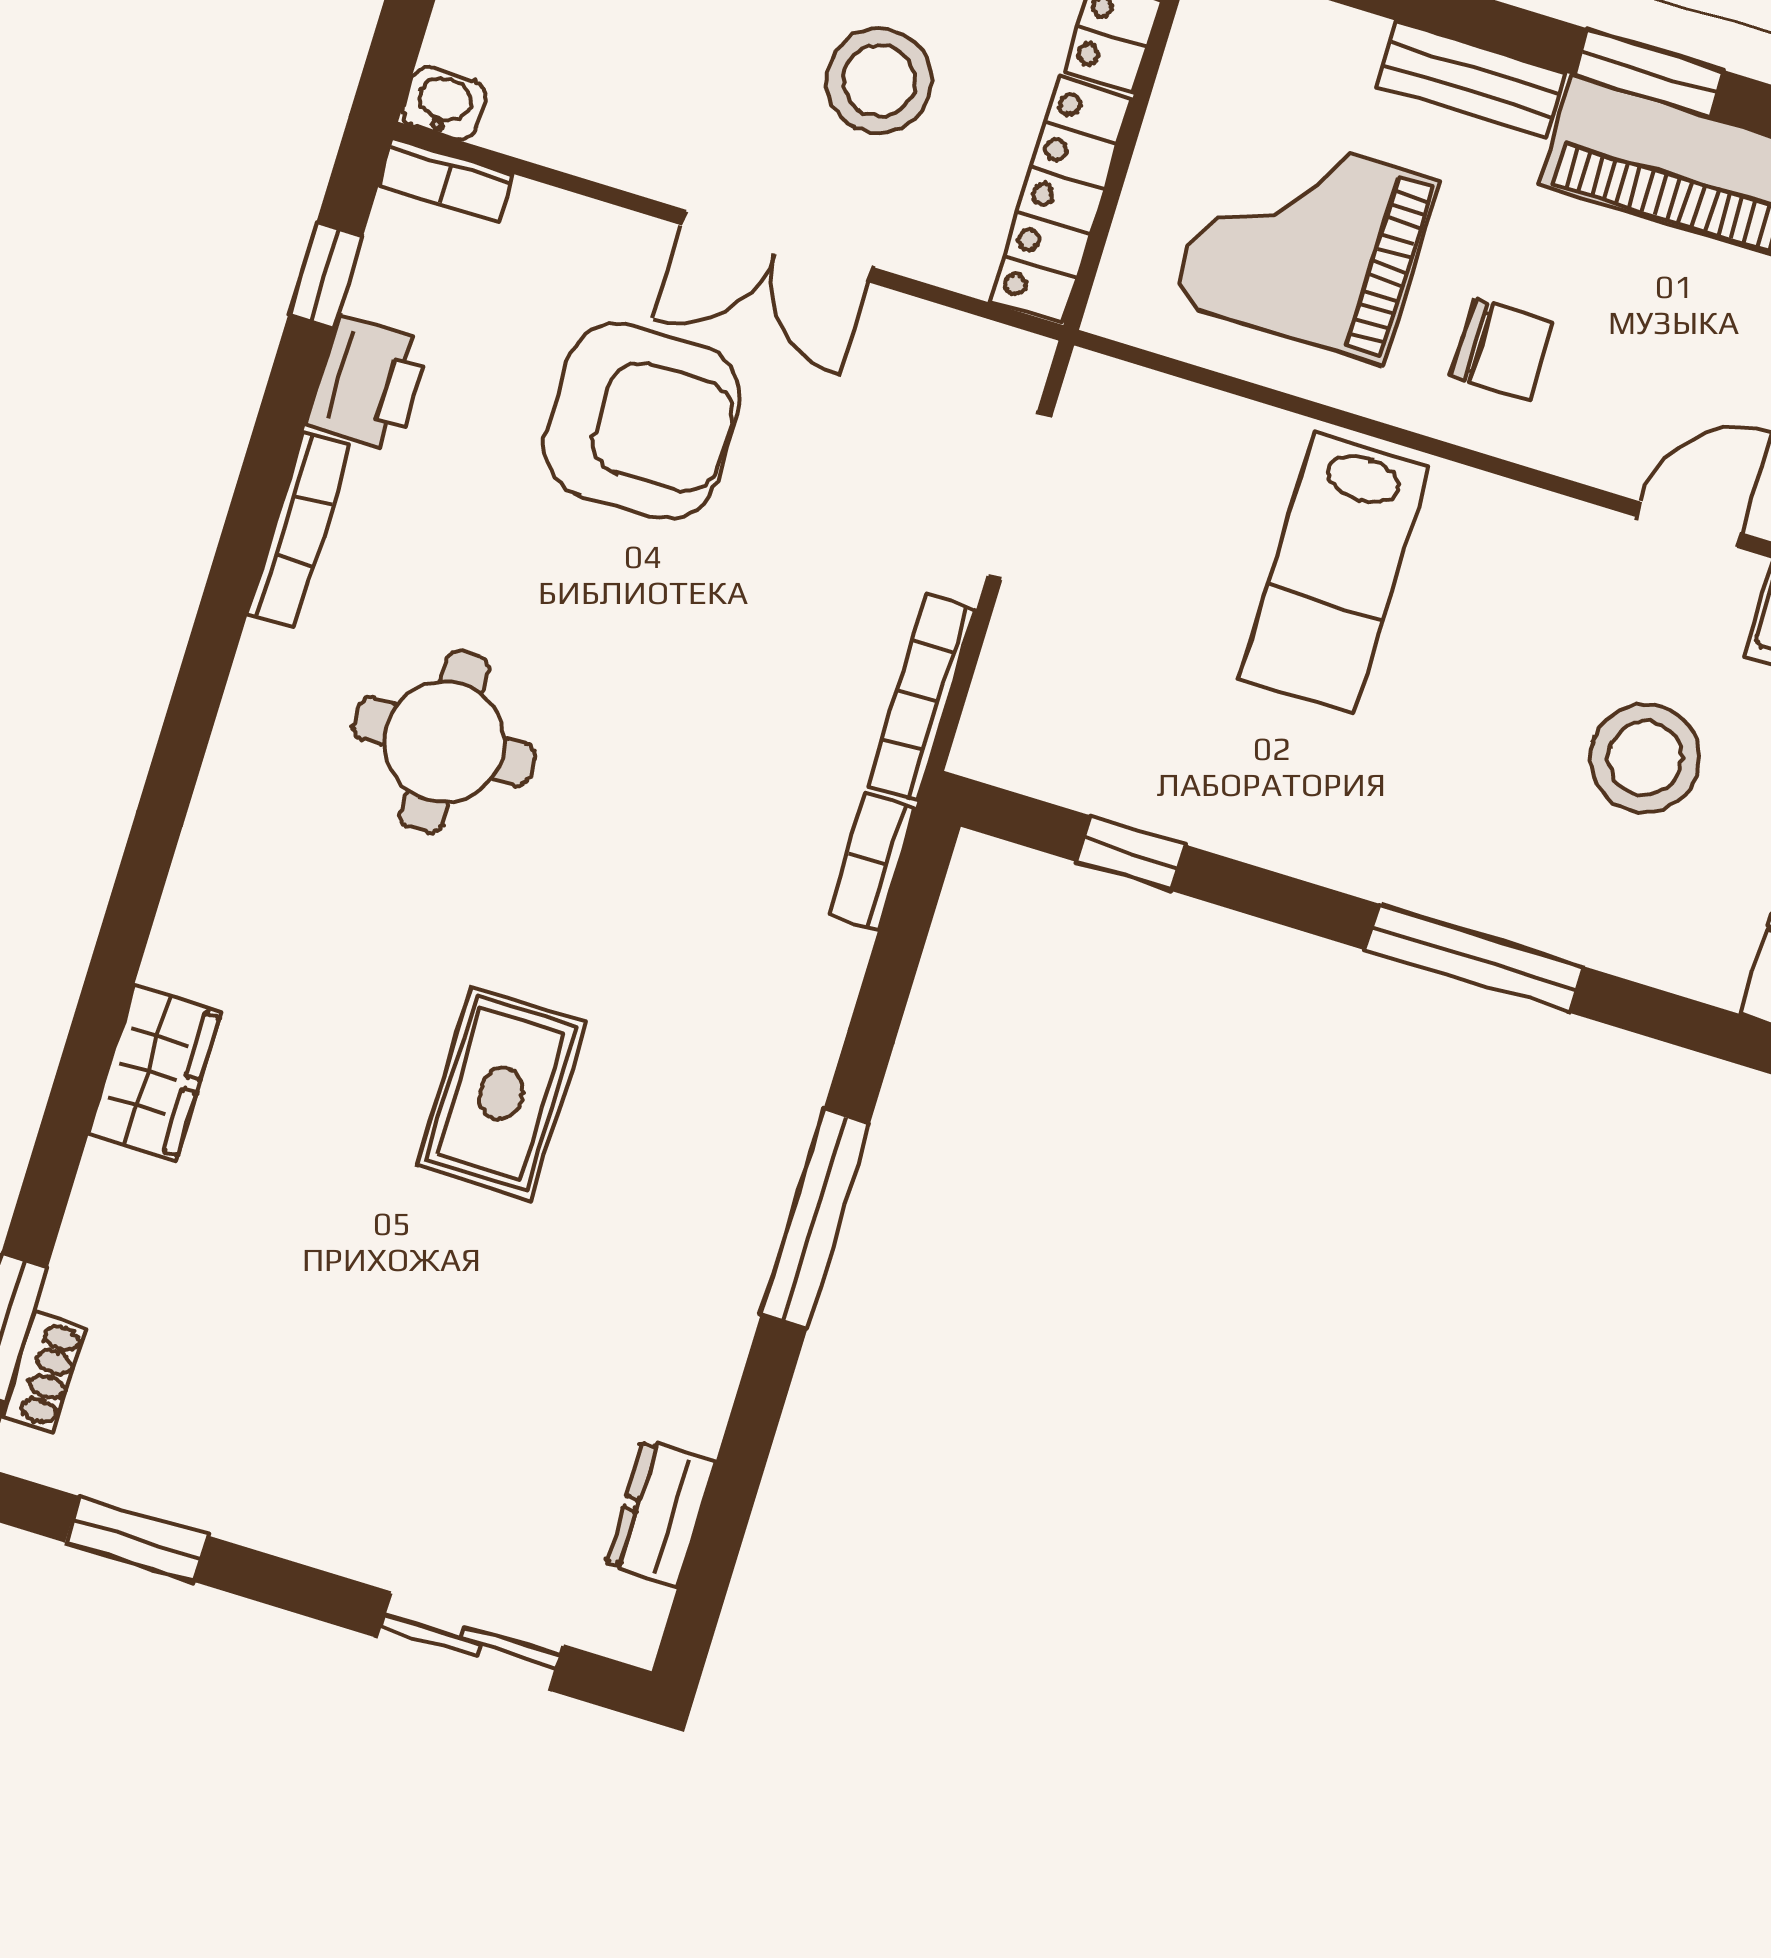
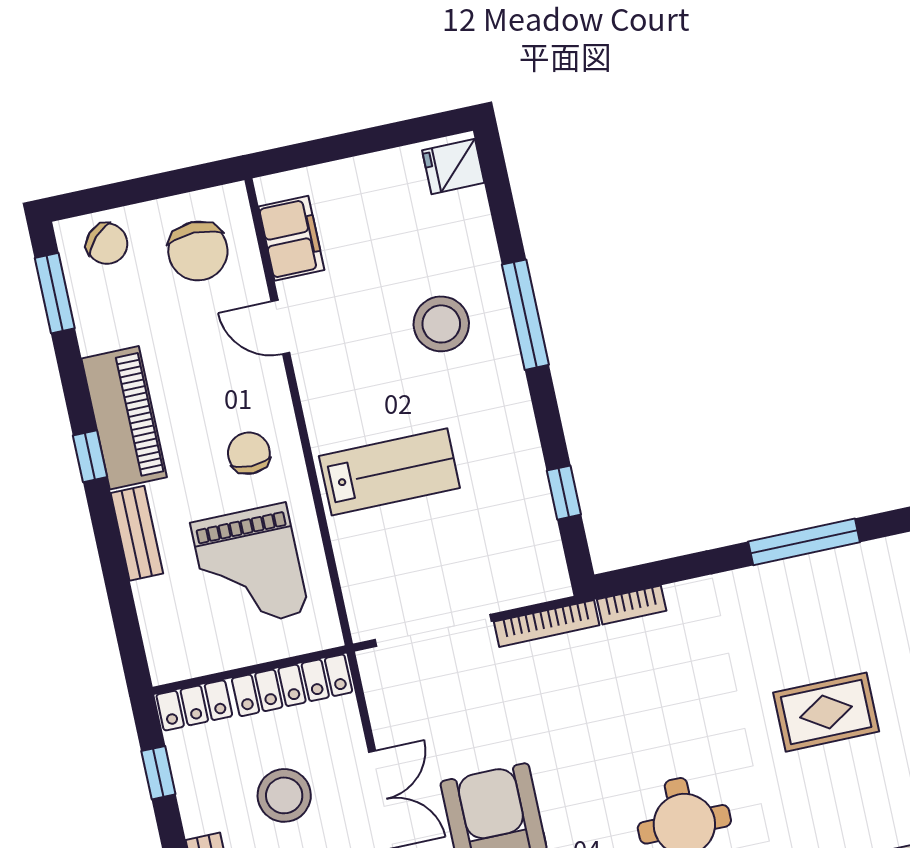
window: (1649, 73) -> (90, 456), width x0.67
doorway: (1019, 496) -> (433, 630), width x1.36
stool: (1645, 758) -> (441, 324), moved

